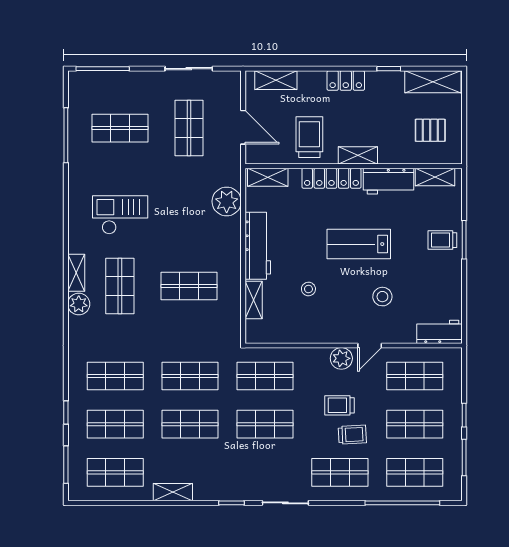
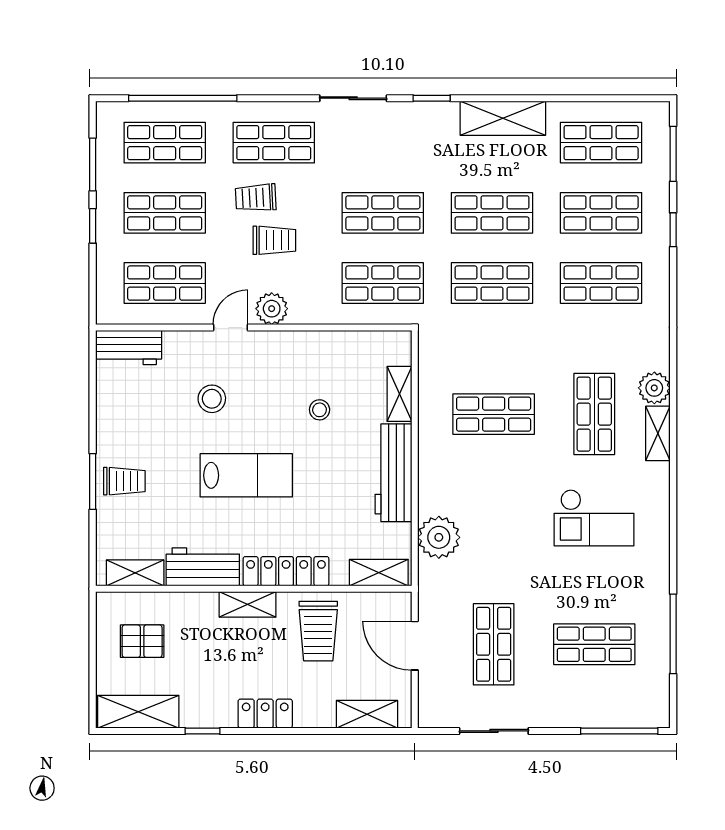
shelving: (173, 492) -> (503, 118), width x1.50, depth x1.33

